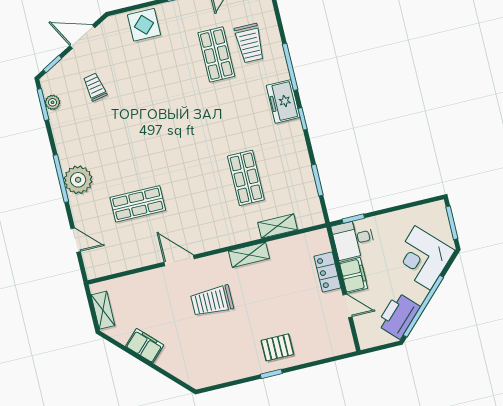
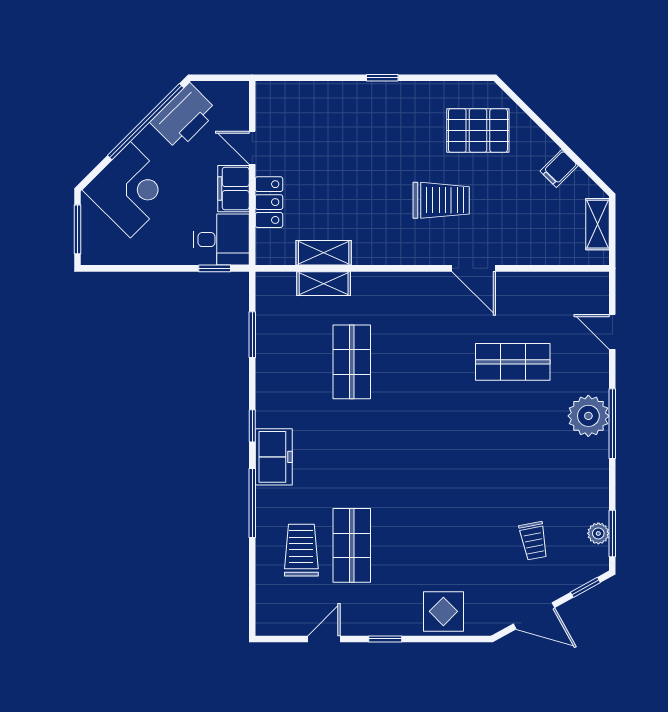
shelving: (249, 255) -> (324, 253), moved
filing cabinet: (145, 346) -> (559, 168), width x0.50
pallet: (277, 347) -> (478, 130), moved, width x1.50, depth x1.42

